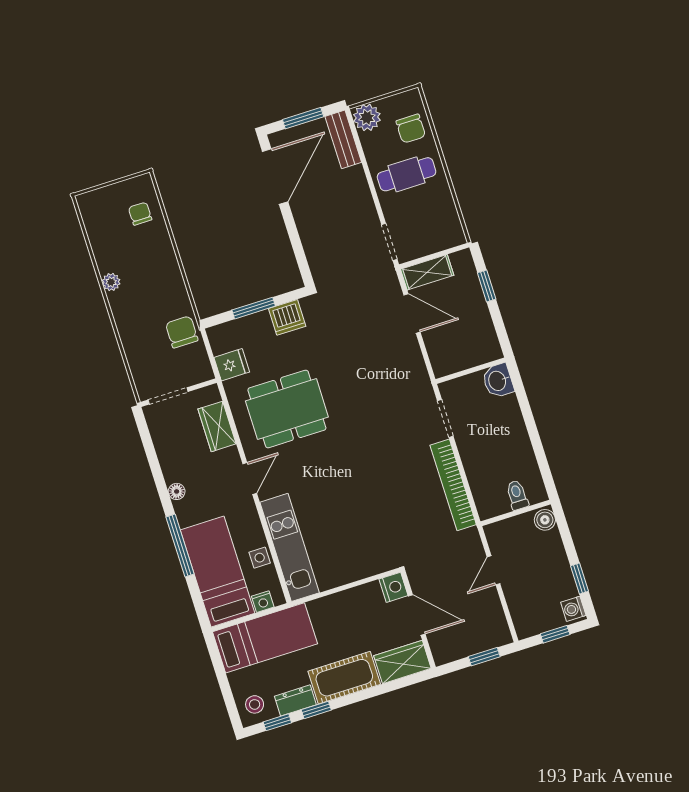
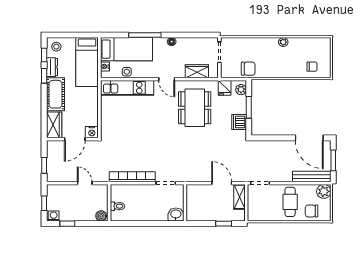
bench: (343, 139) -> (312, 177), width x1.36
door: (412, 314) -> (222, 183), swing flipped
plant: (225, 333) -> (241, 90), added

